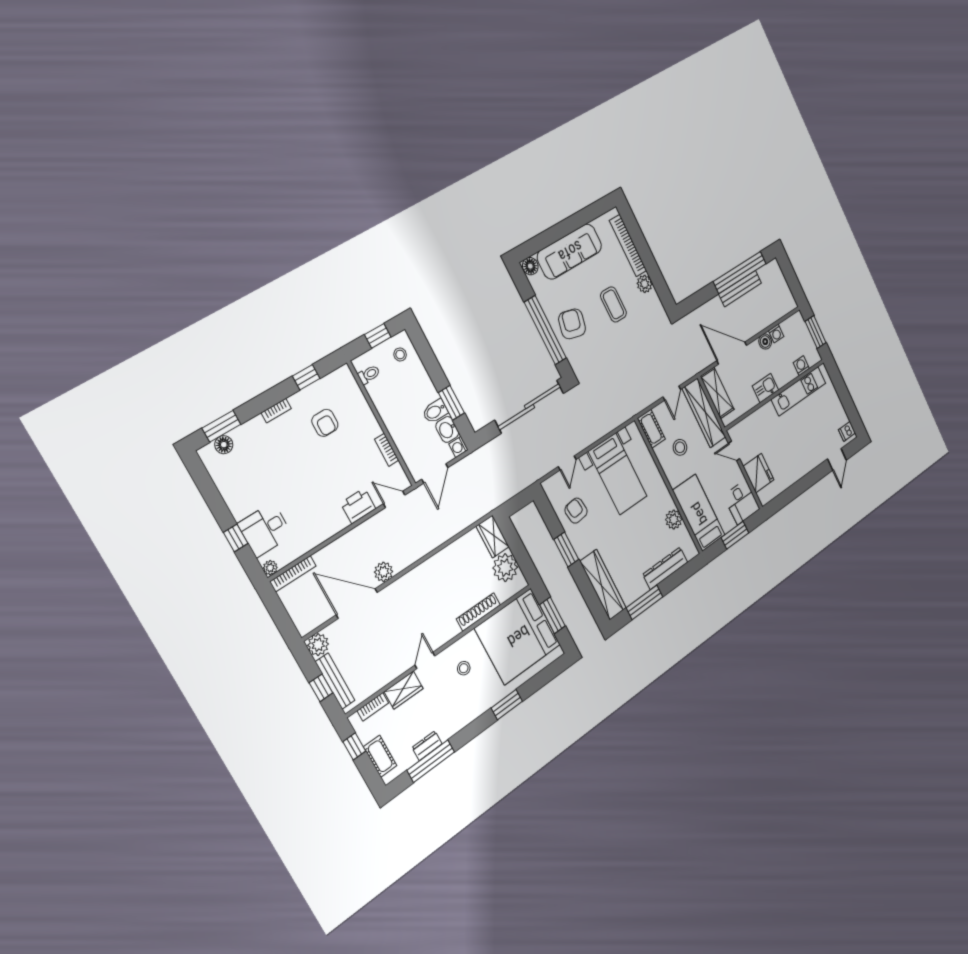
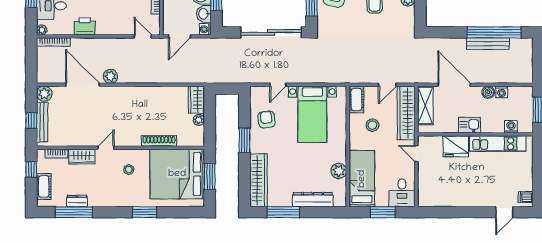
fridge: (758, 473) -> (456, 146), moved, turned 90
printer: (358, 506) -> (85, 26), moved
plant: (505, 568) -> (199, 120), width x0.53, depth x0.53

